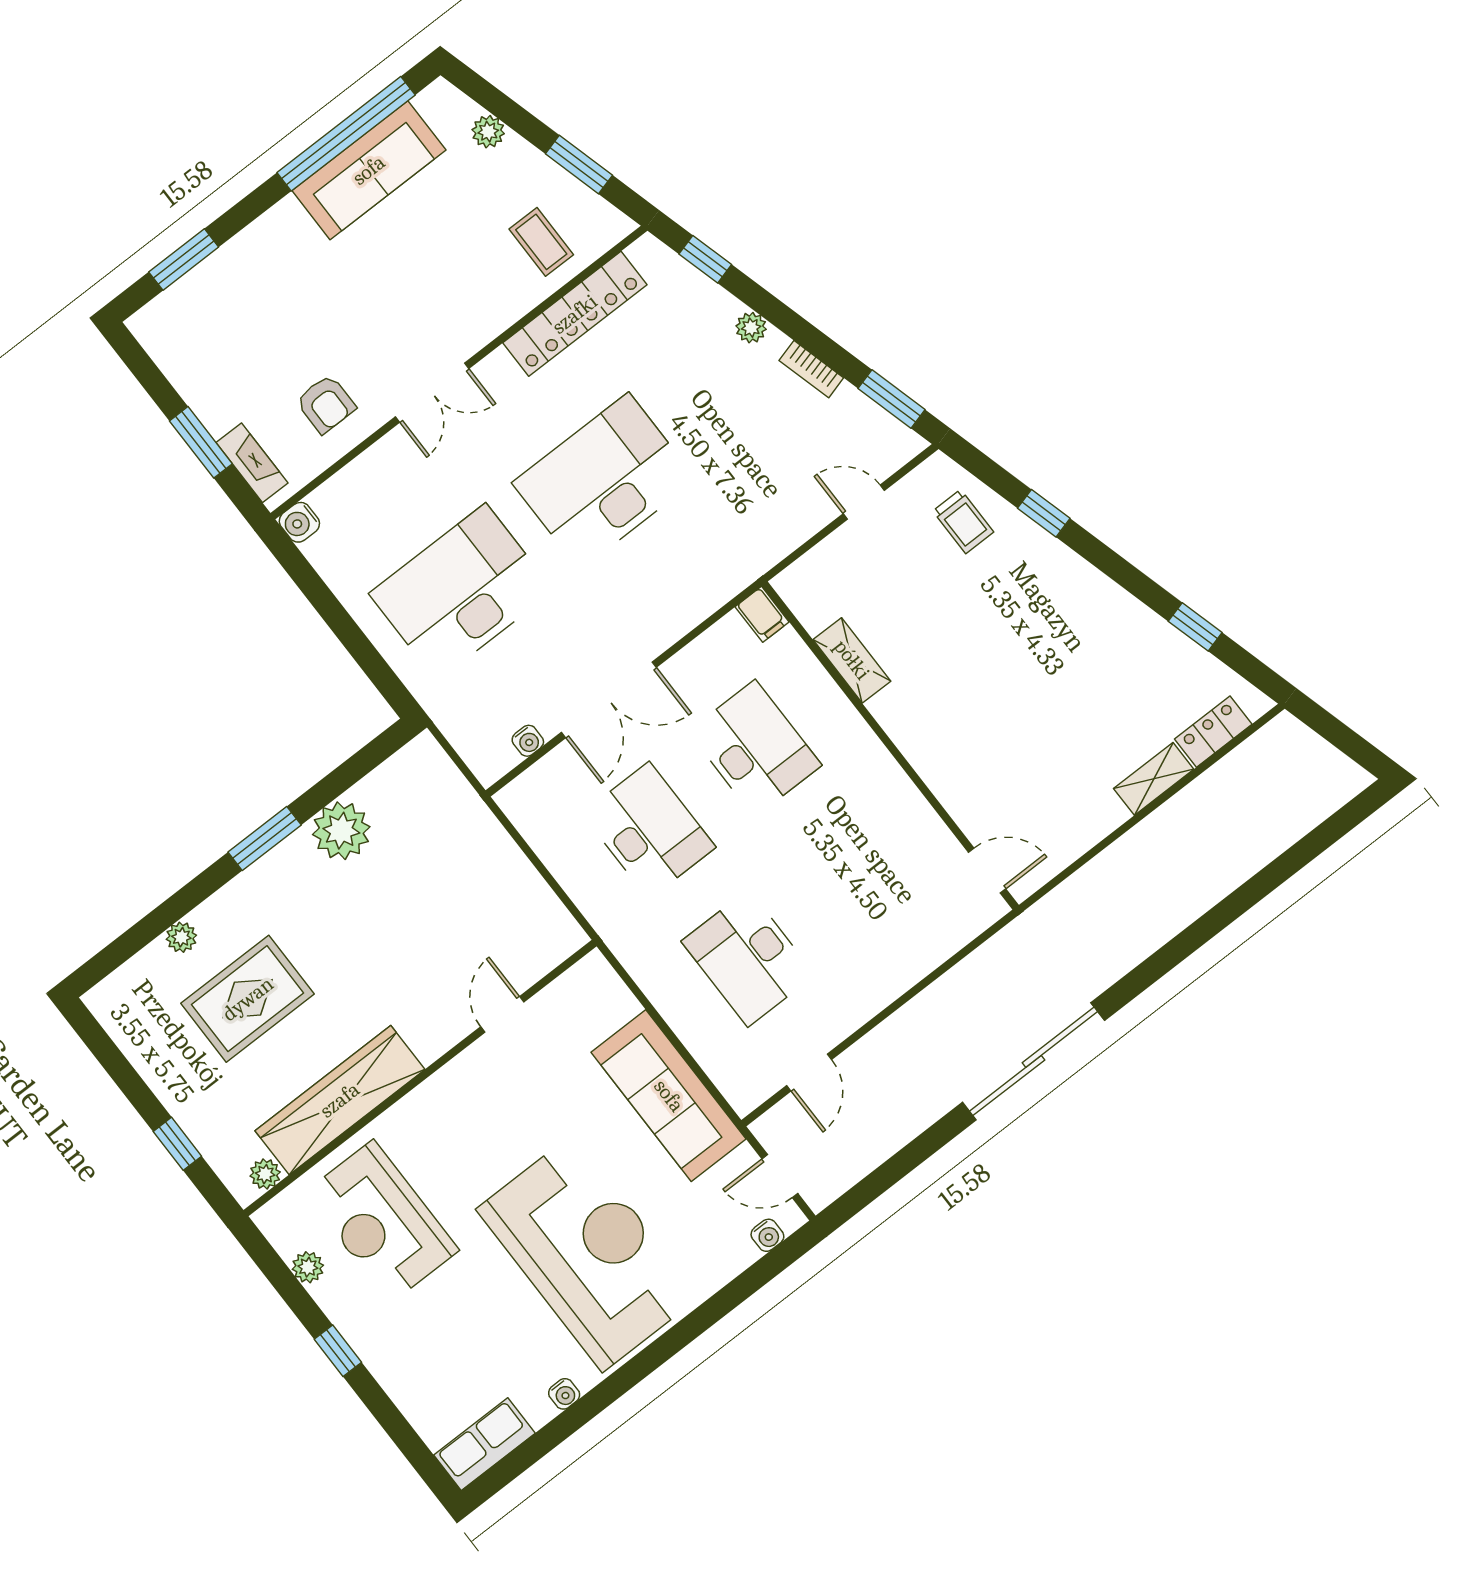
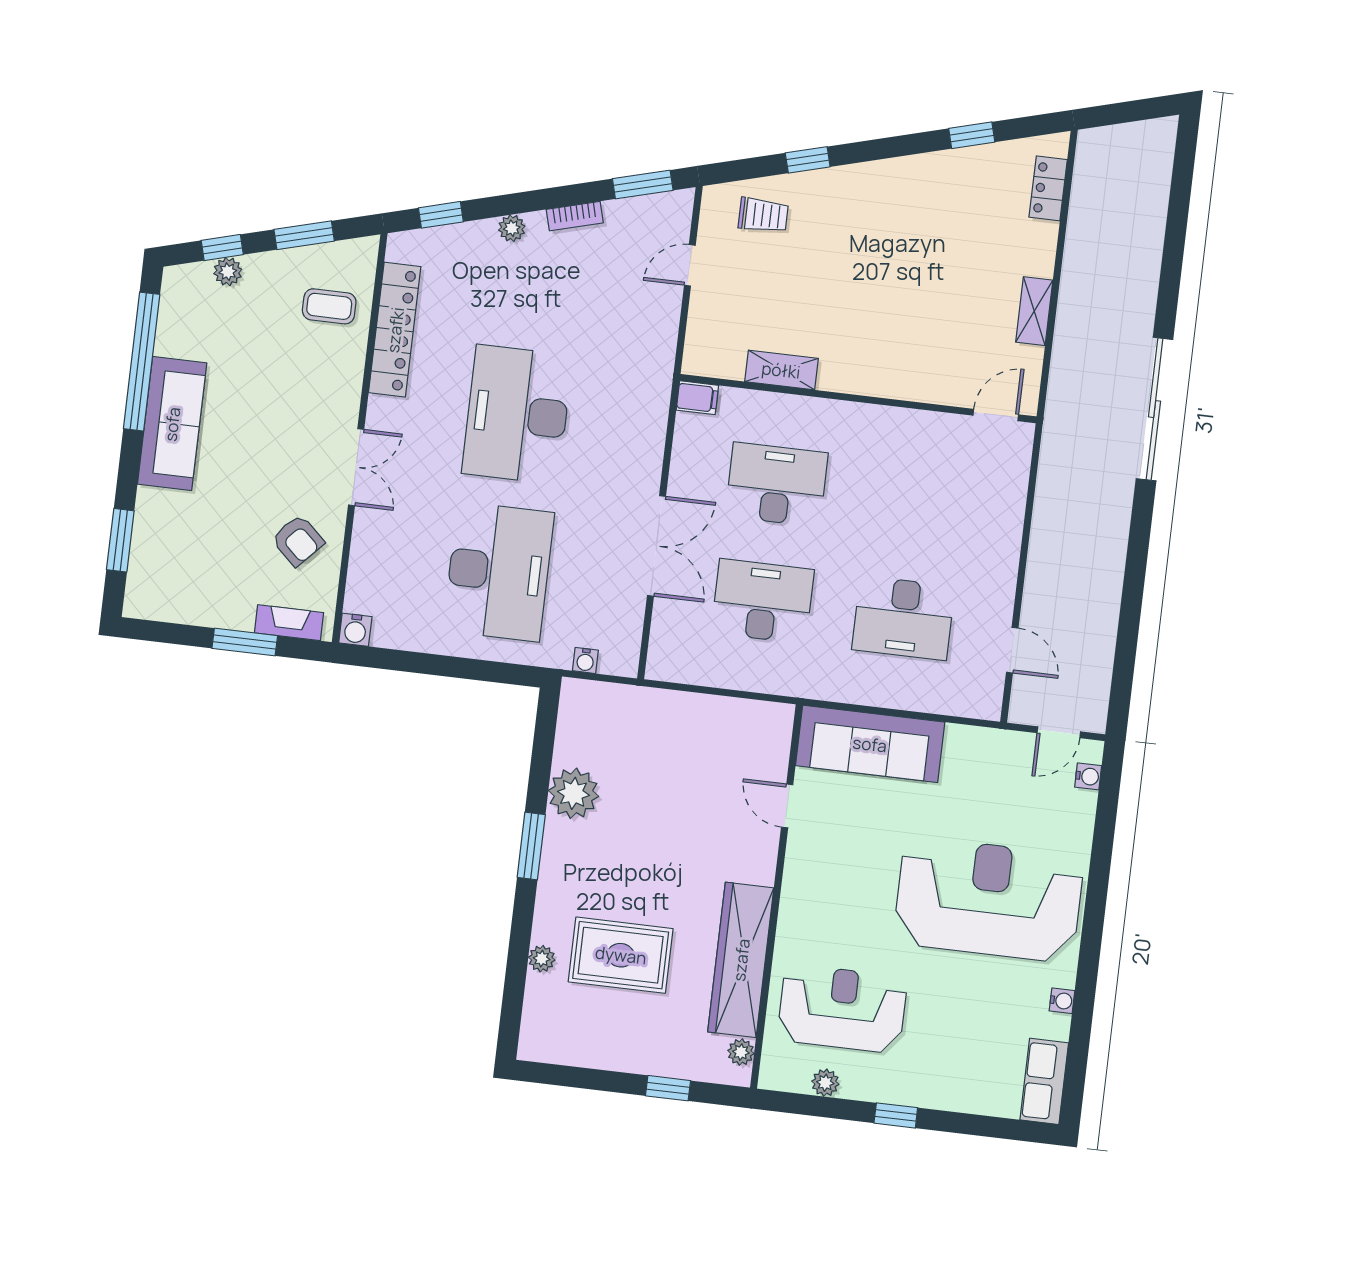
window: (503, 108) -> (222, 248), added
sofa: (369, 170) -> (172, 424), moved
armchair: (326, 404) -> (298, 540), turned 43
desk: (461, 592) -> (499, 572), turned 180
water cooler: (528, 741) -> (585, 660), moved, turned 90
shelving: (1154, 779) -> (1034, 311), moved
rug: (248, 999) -> (621, 955), turned 90
sliding door: (1033, 1061) -> (1155, 409), moved
sofa: (669, 1096) -> (870, 744), moved
reception desk: (382, 1222) -> (842, 1009), turned 180

